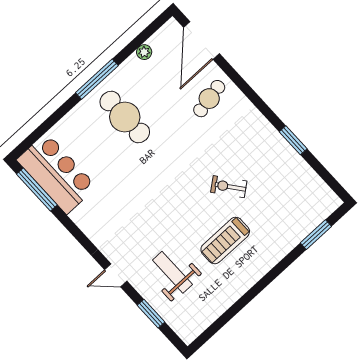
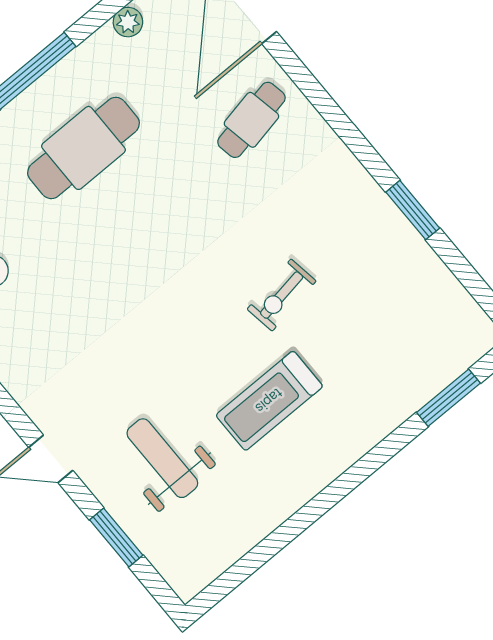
cafe table: (125, 117) -> (84, 148), turned 90
exercise bike: (229, 187) -> (282, 295), turned -61

